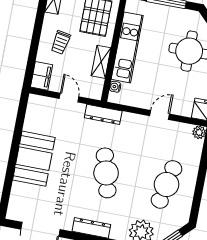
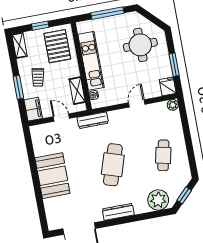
window: (34, 45) -> (18, 87), added
shelving: (101, 62) -> (77, 91), moved
cafe table: (106, 173) -> (113, 165), turned 33
cafe table: (167, 184) -> (163, 155), width x0.73, depth x0.74

